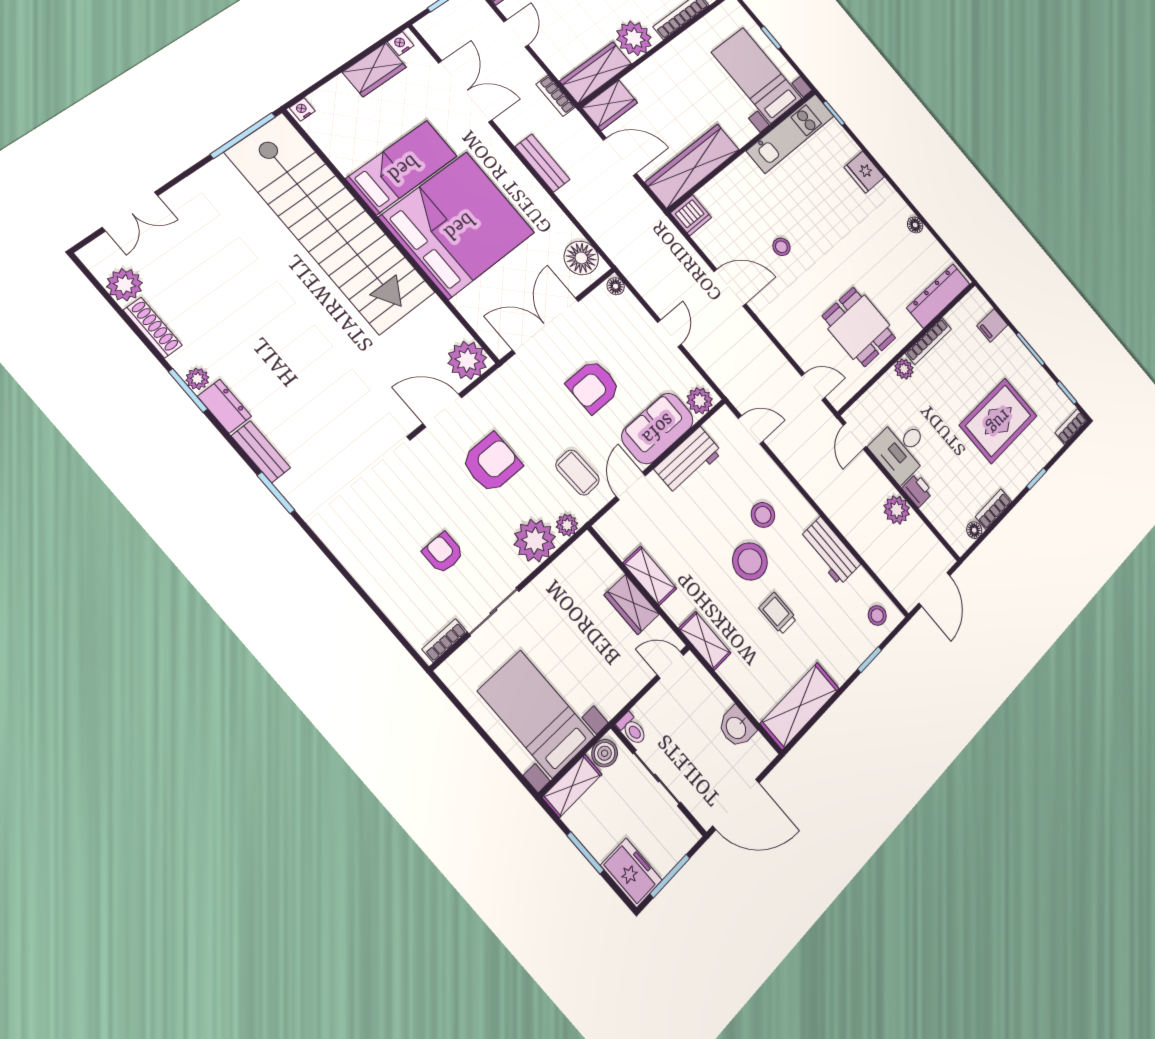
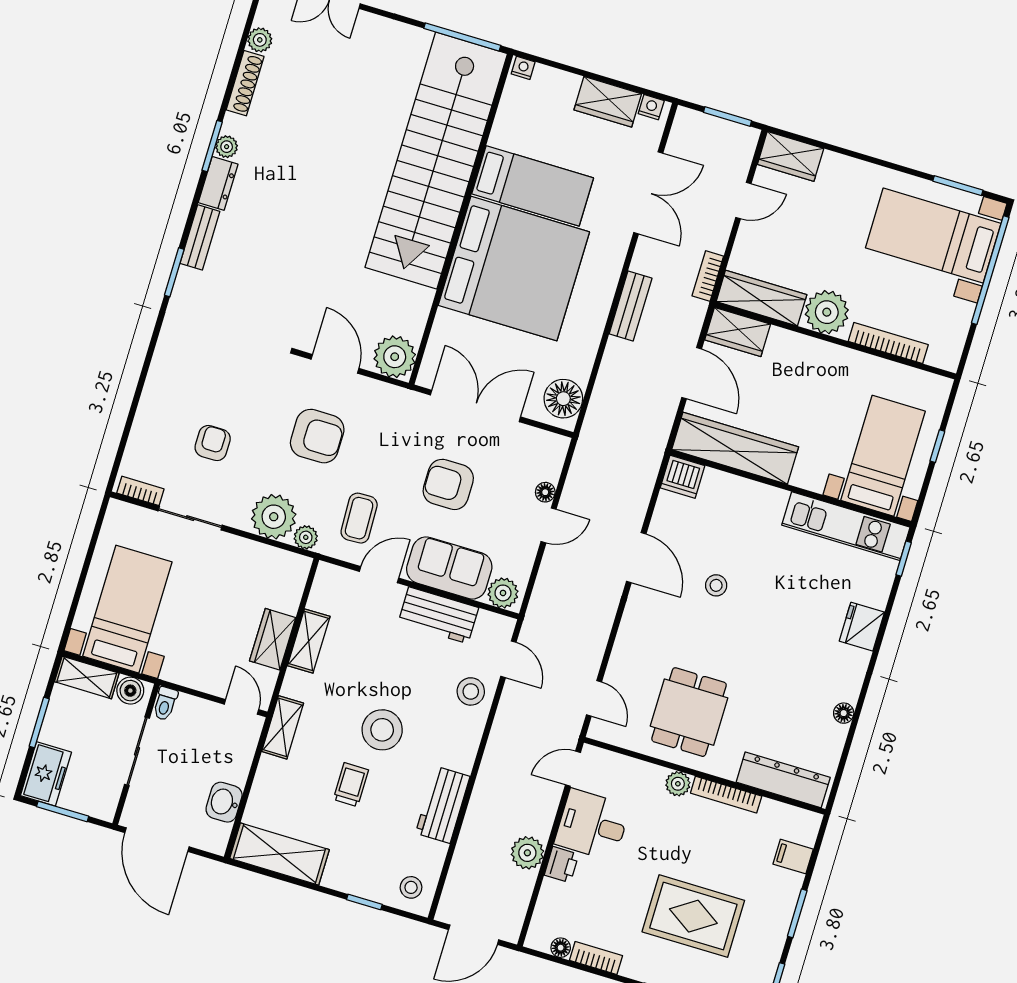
plant: (124, 285) -> (260, 40), width x0.73, depth x0.73
floor lamp: (616, 286) -> (545, 492), moved
stool: (763, 515) -> (471, 691), moved

